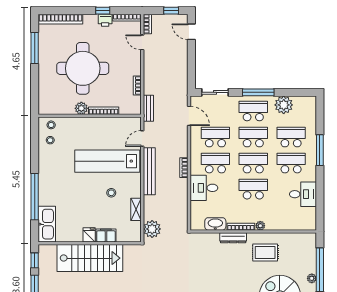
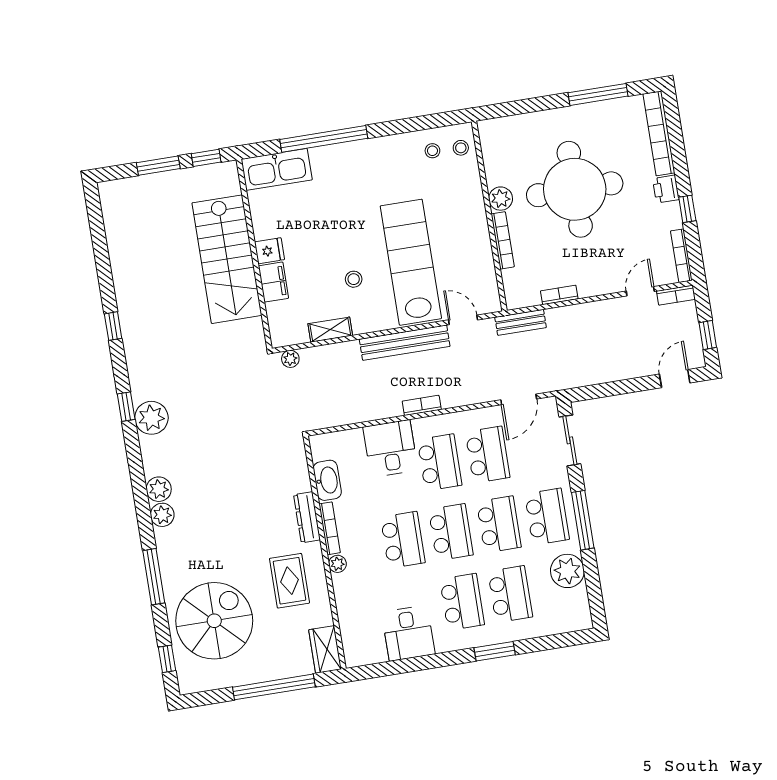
printer: (105, 20) -> (666, 189), moved
window: (320, 150) -> (495, 651), width x0.69
plant: (152, 229) -> (290, 359), width x0.53, depth x0.53
wardrobe: (304, 240) -> (325, 649), added
plant: (312, 278) -> (256, 674), removed

